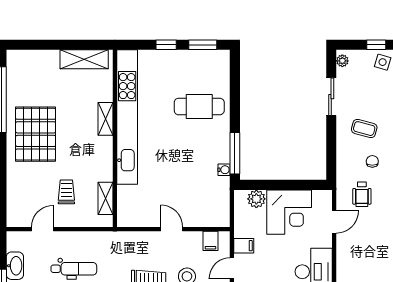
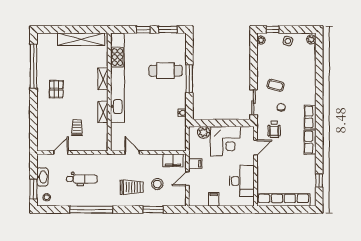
window: (376, 45) -> (273, 30), moved
shelving: (84, 59) -> (81, 39), width x1.47
sliding door: (331, 97) -> (254, 102), moved
pallet: (36, 134) -> (56, 89), width x0.49, depth x0.50
window: (235, 153) -> (189, 79), moved
shelving: (106, 198) -> (103, 112), moved
door: (172, 229) -> (132, 153), moved
filing cabinet: (210, 241) -> (173, 160), width x2.00

